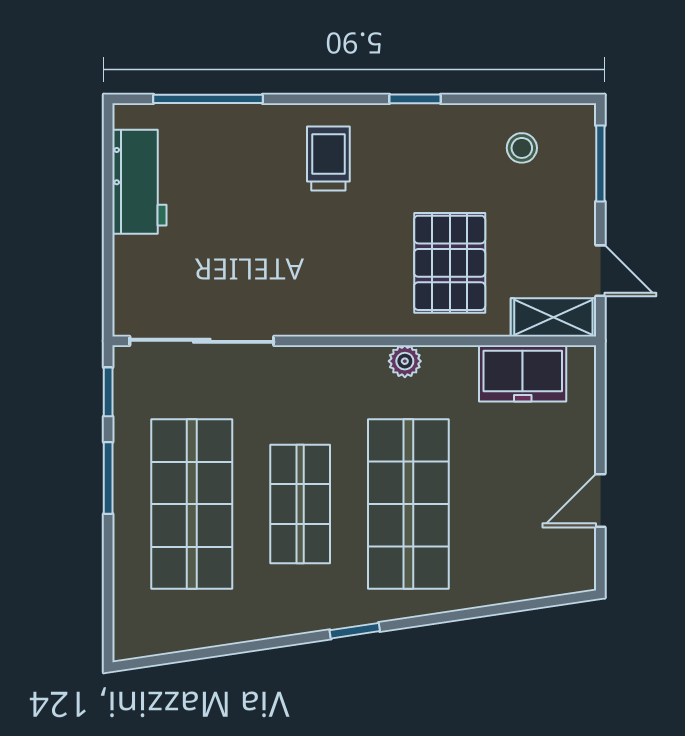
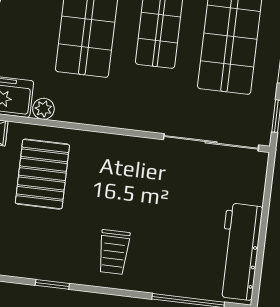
workbench: (139, 182) -> (240, 252), width x1.38
plant: (405, 361) -> (43, 109), moved

